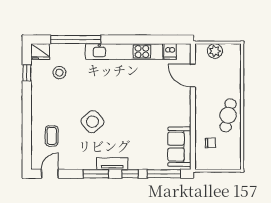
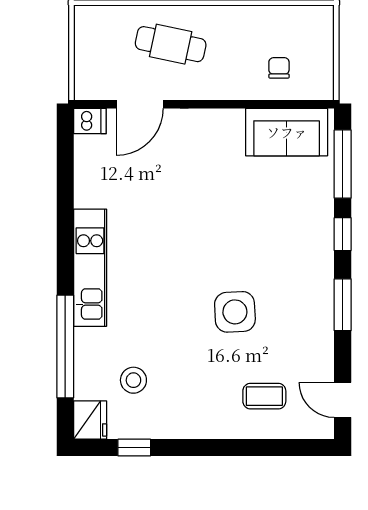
dishwasher: (170, 51) -> (90, 121), moved
plant: (215, 51) -> (89, 59), removed
kitchen unit: (124, 52) -> (90, 268), width x0.73
cafe table: (228, 115) -> (171, 44), moved
side table: (92, 122) -> (235, 312), turned 37
tv unit: (112, 164) -> (322, 271), removed

